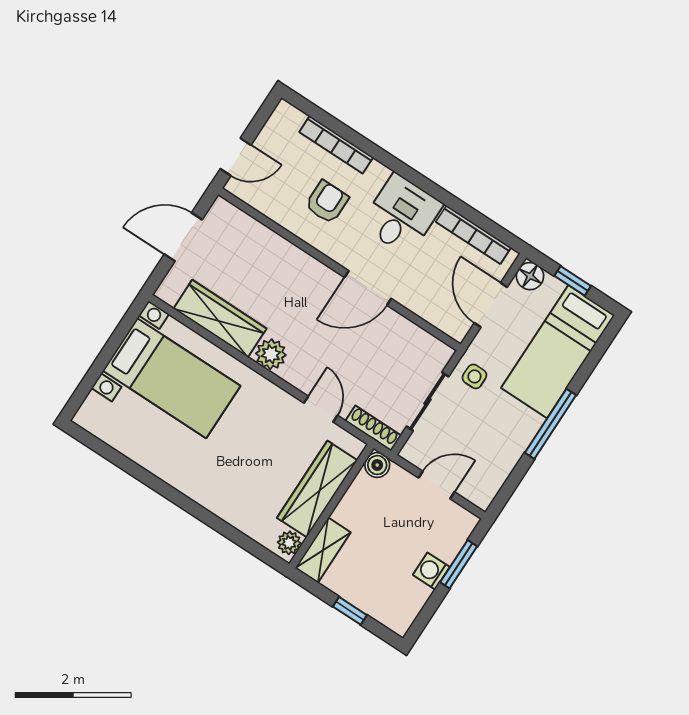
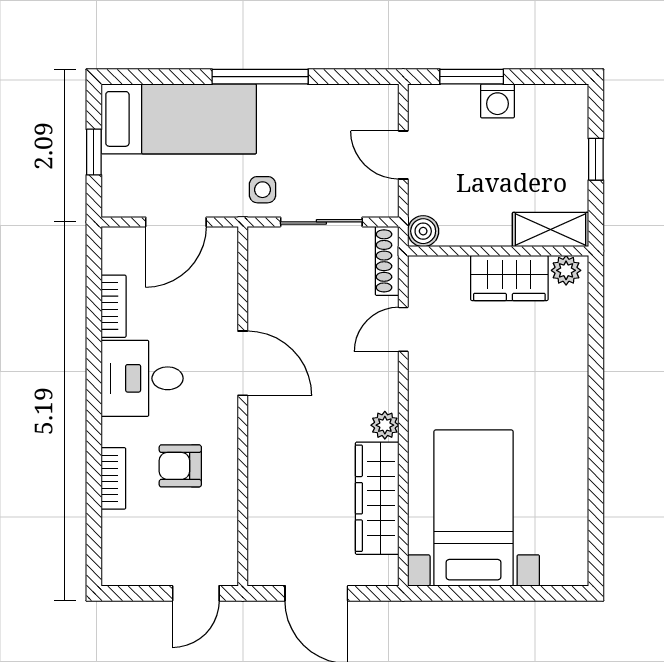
bookcase: (336, 145) -> (113, 478), width x0.64
door: (236, 157) -> (196, 593), swing flipped
bookcase: (473, 235) -> (114, 306), width x0.64
floor lamp: (530, 276) -> (118, 200), removed
plant: (271, 354) -> (385, 425), width x0.73, depth x0.73
wardrobe: (317, 489) -> (509, 278), width x0.67

